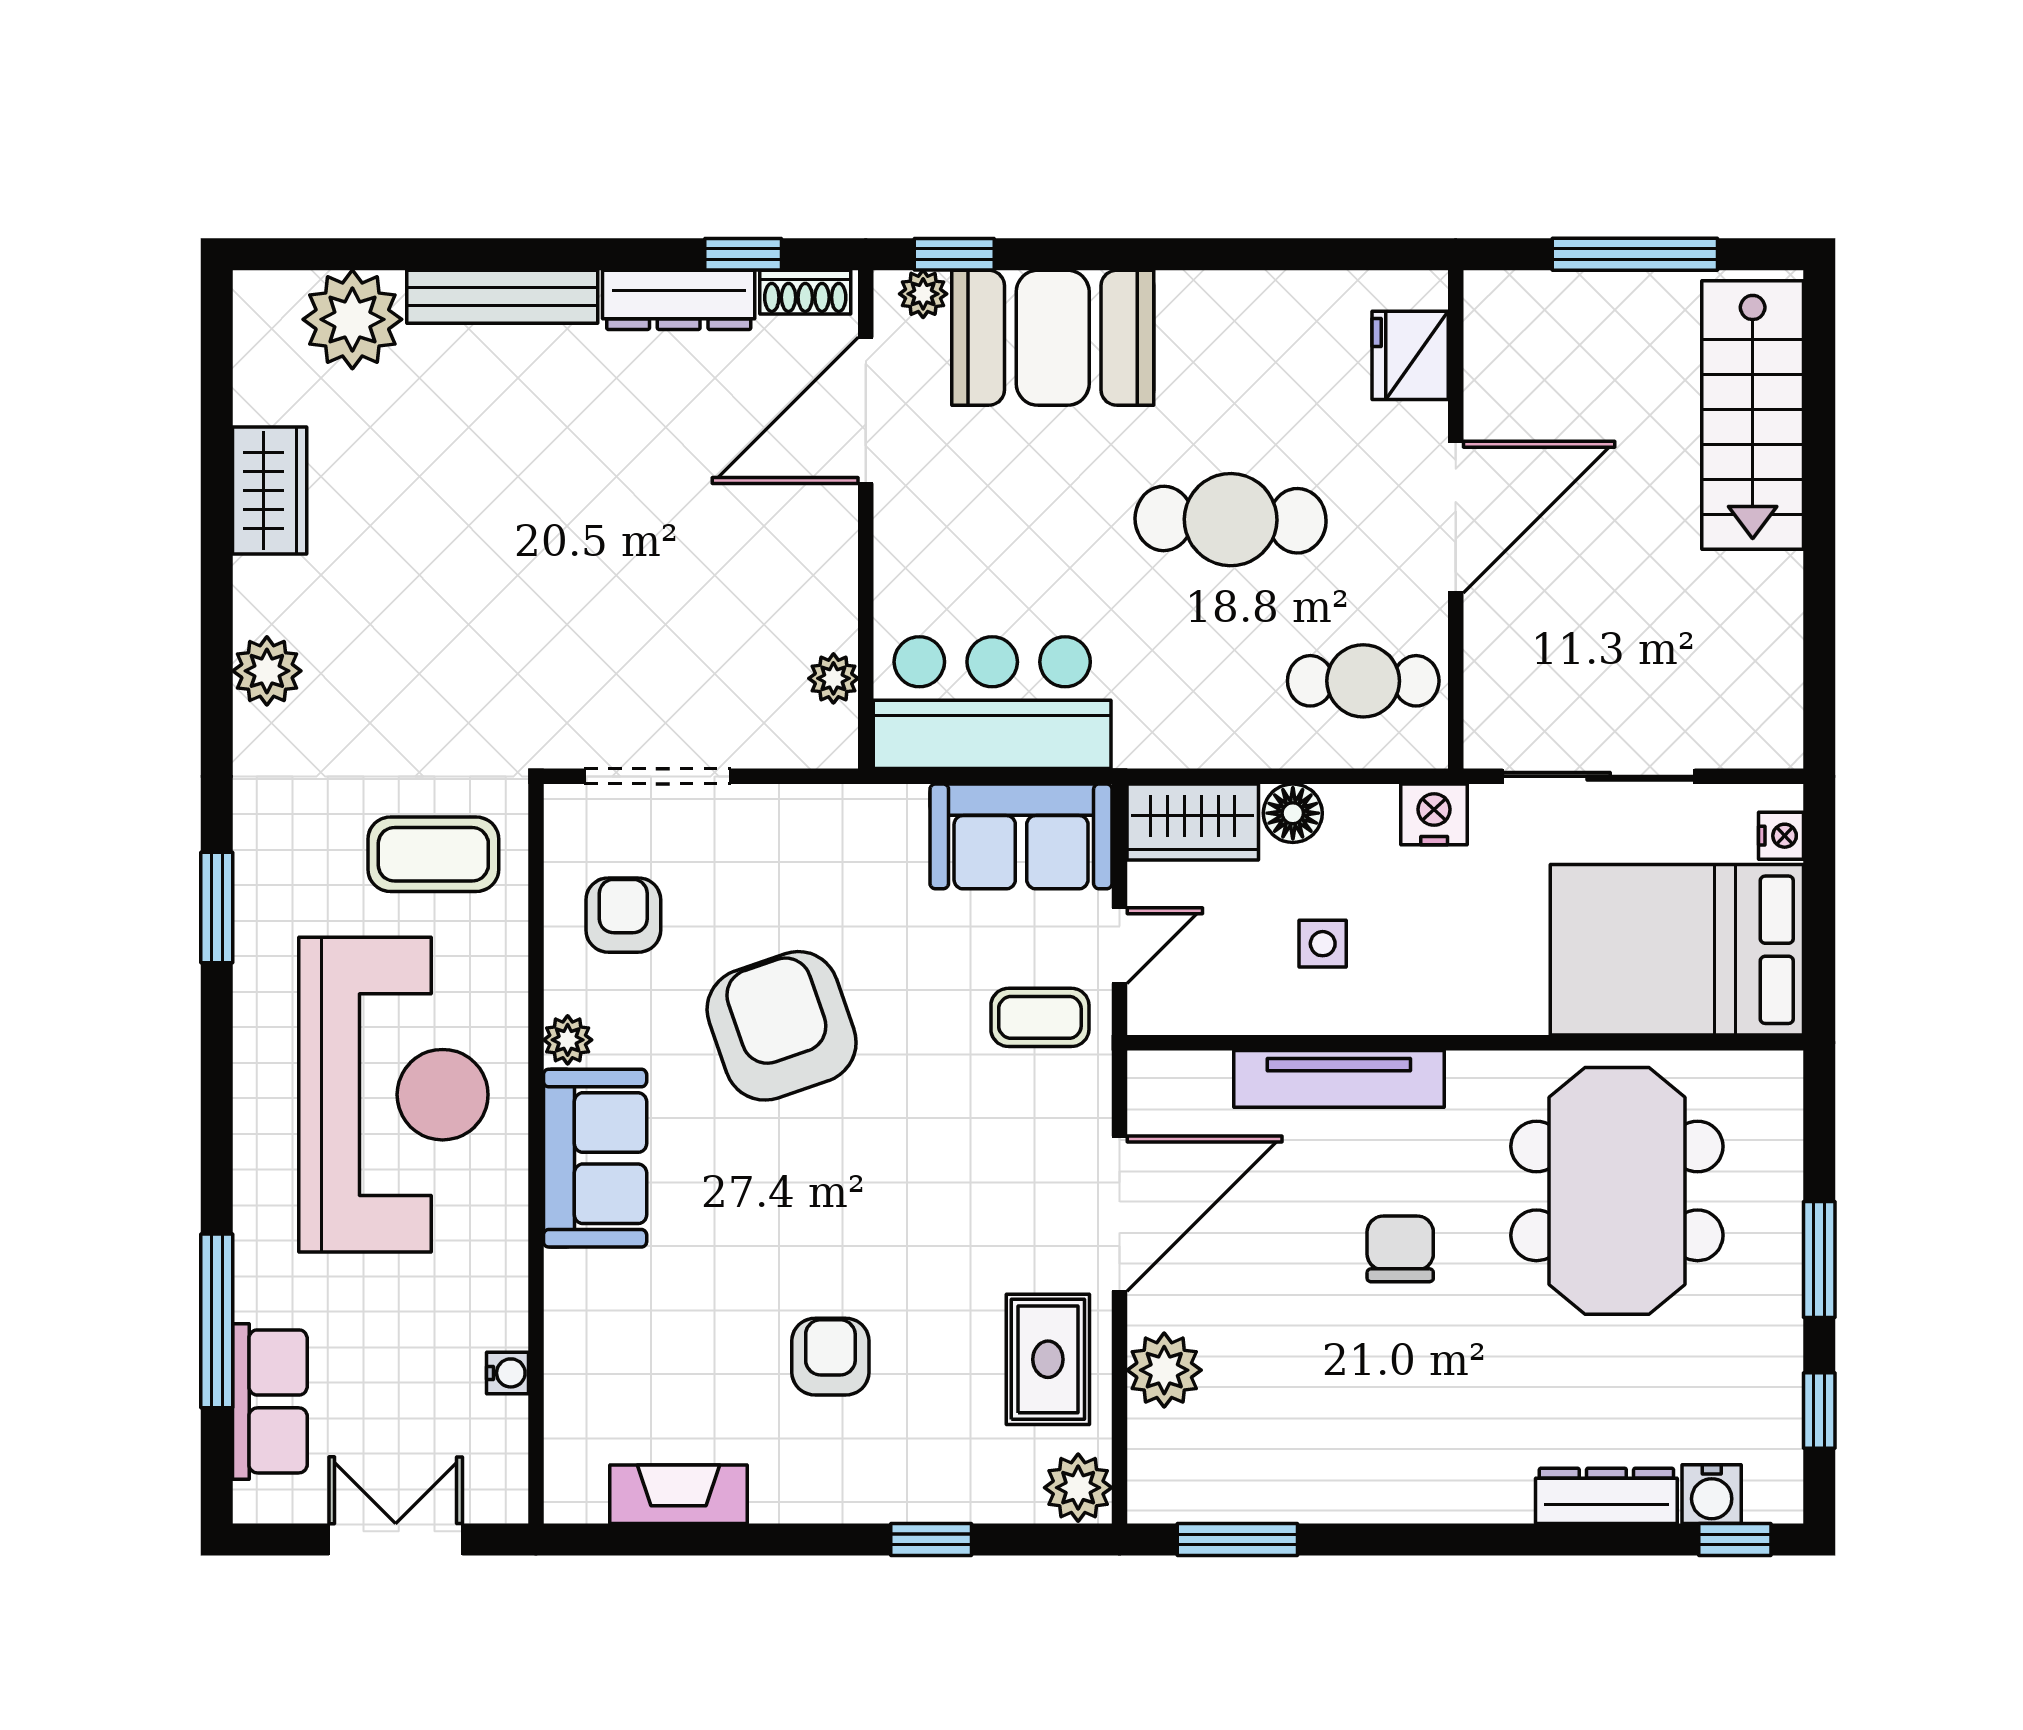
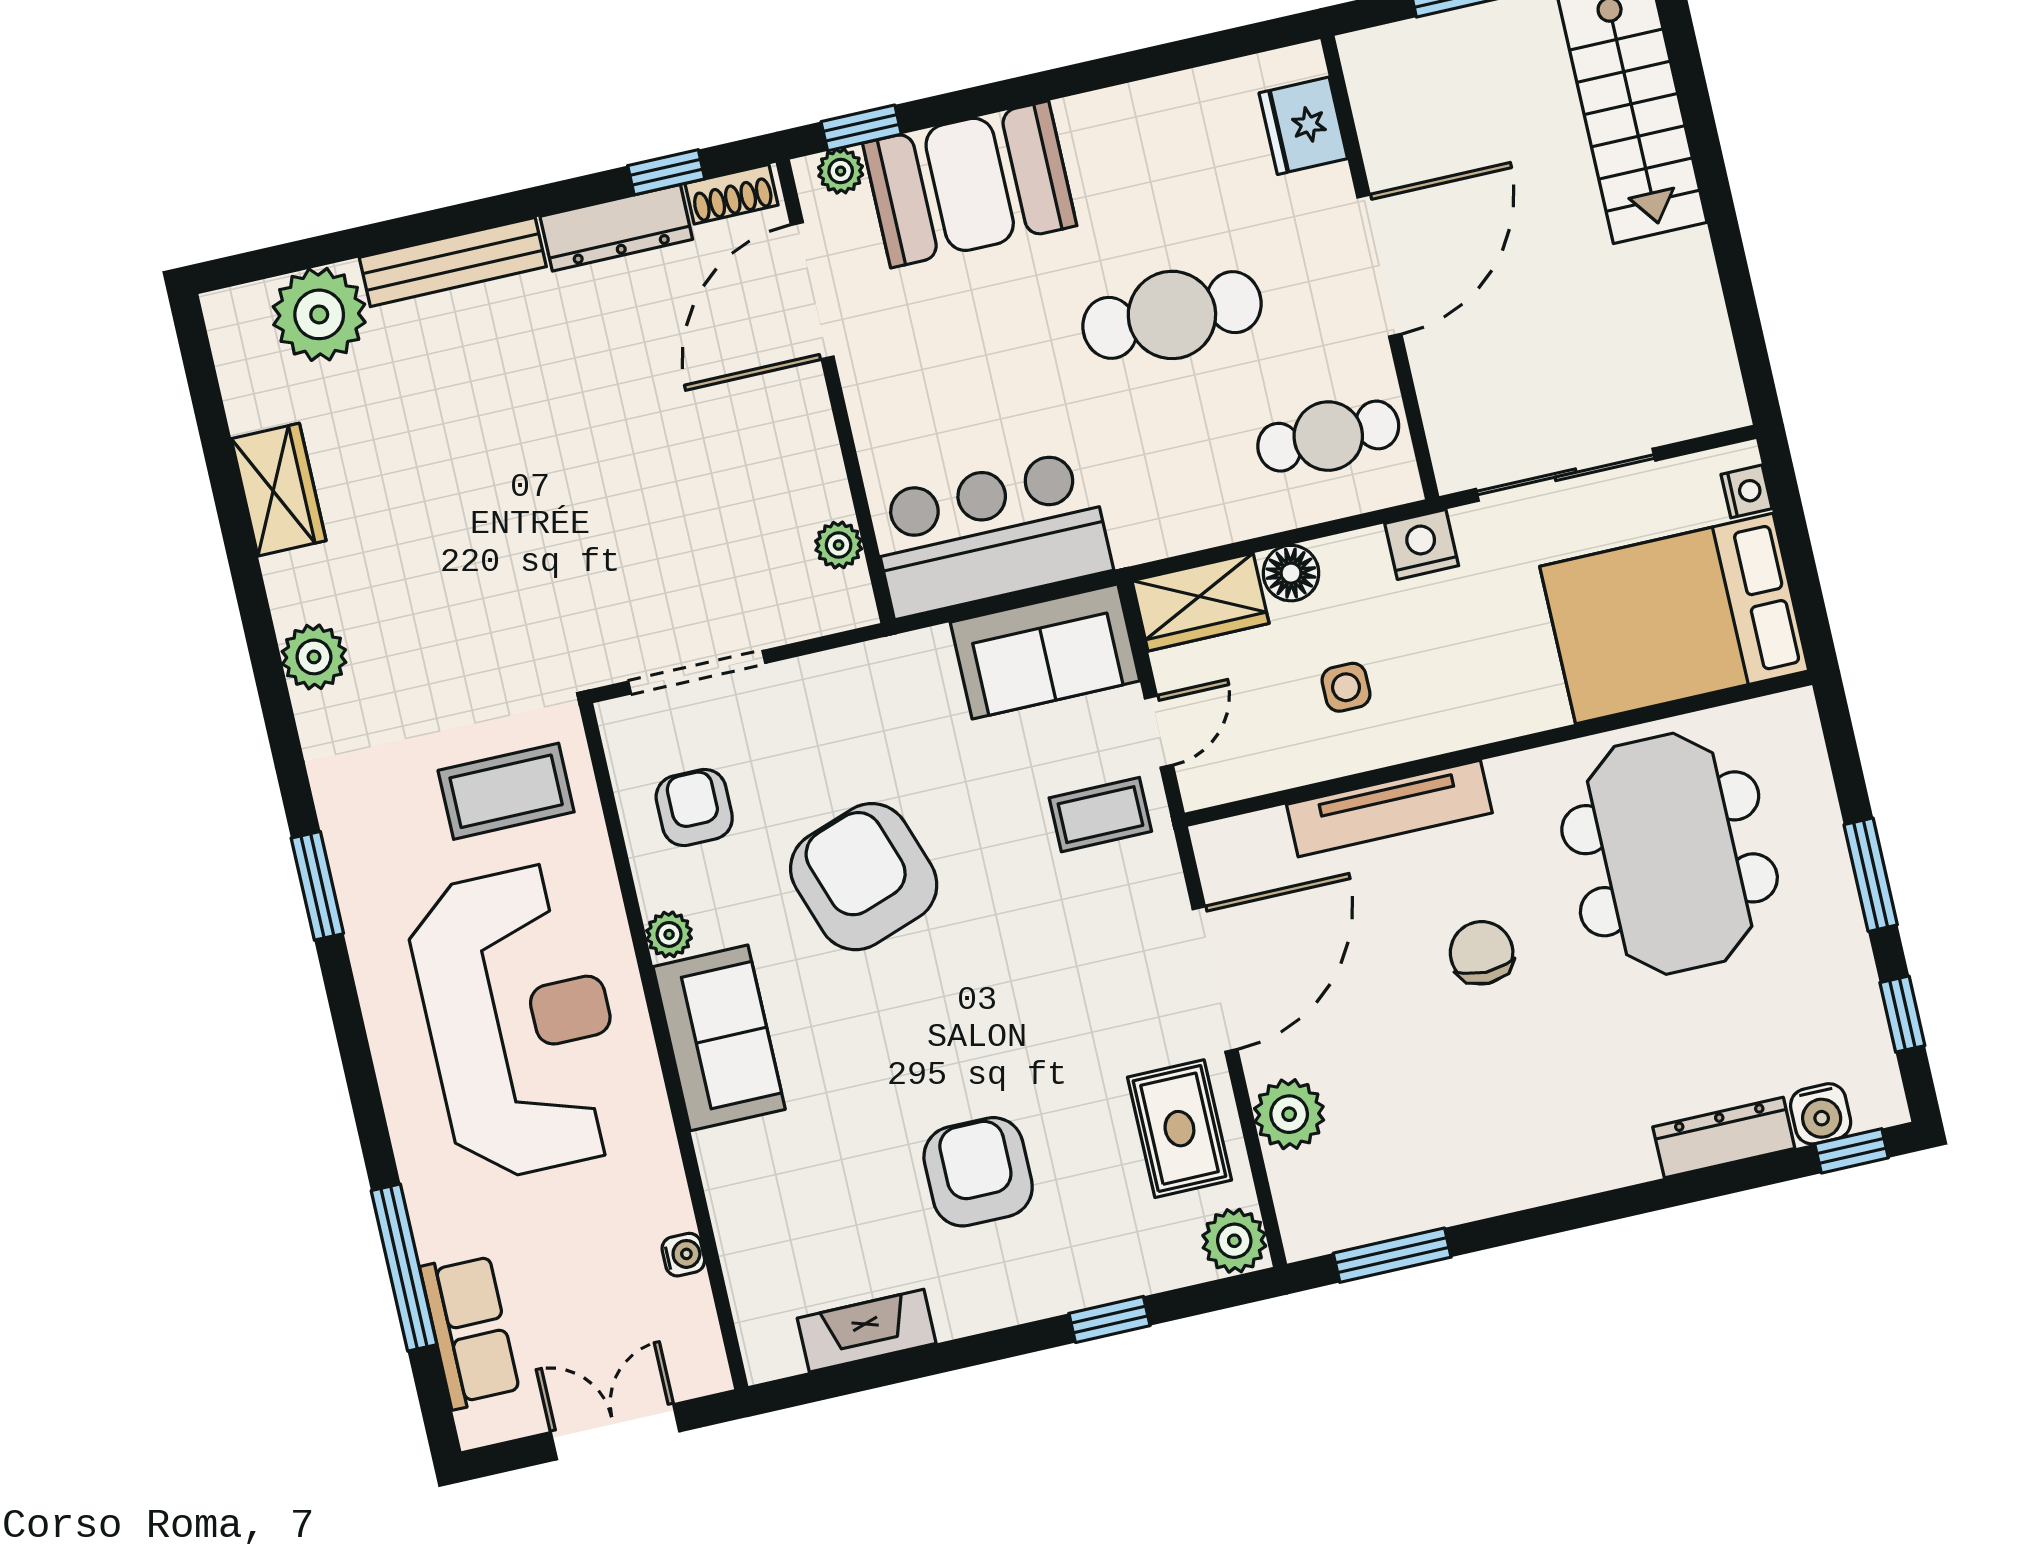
armchair: (830, 1357) -> (978, 1172), width x1.38, depth x1.38

